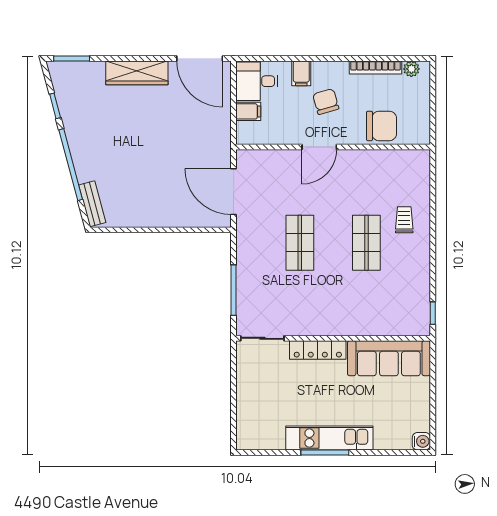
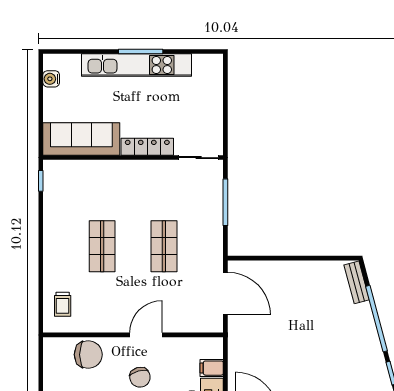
chair: (381, 126) -> (88, 355), turned 180
trolley: (404, 220) -> (63, 304), moved
kitchen unit: (329, 438) -> (137, 65), width x1.36
water cooler: (421, 441) -> (51, 79), moved

